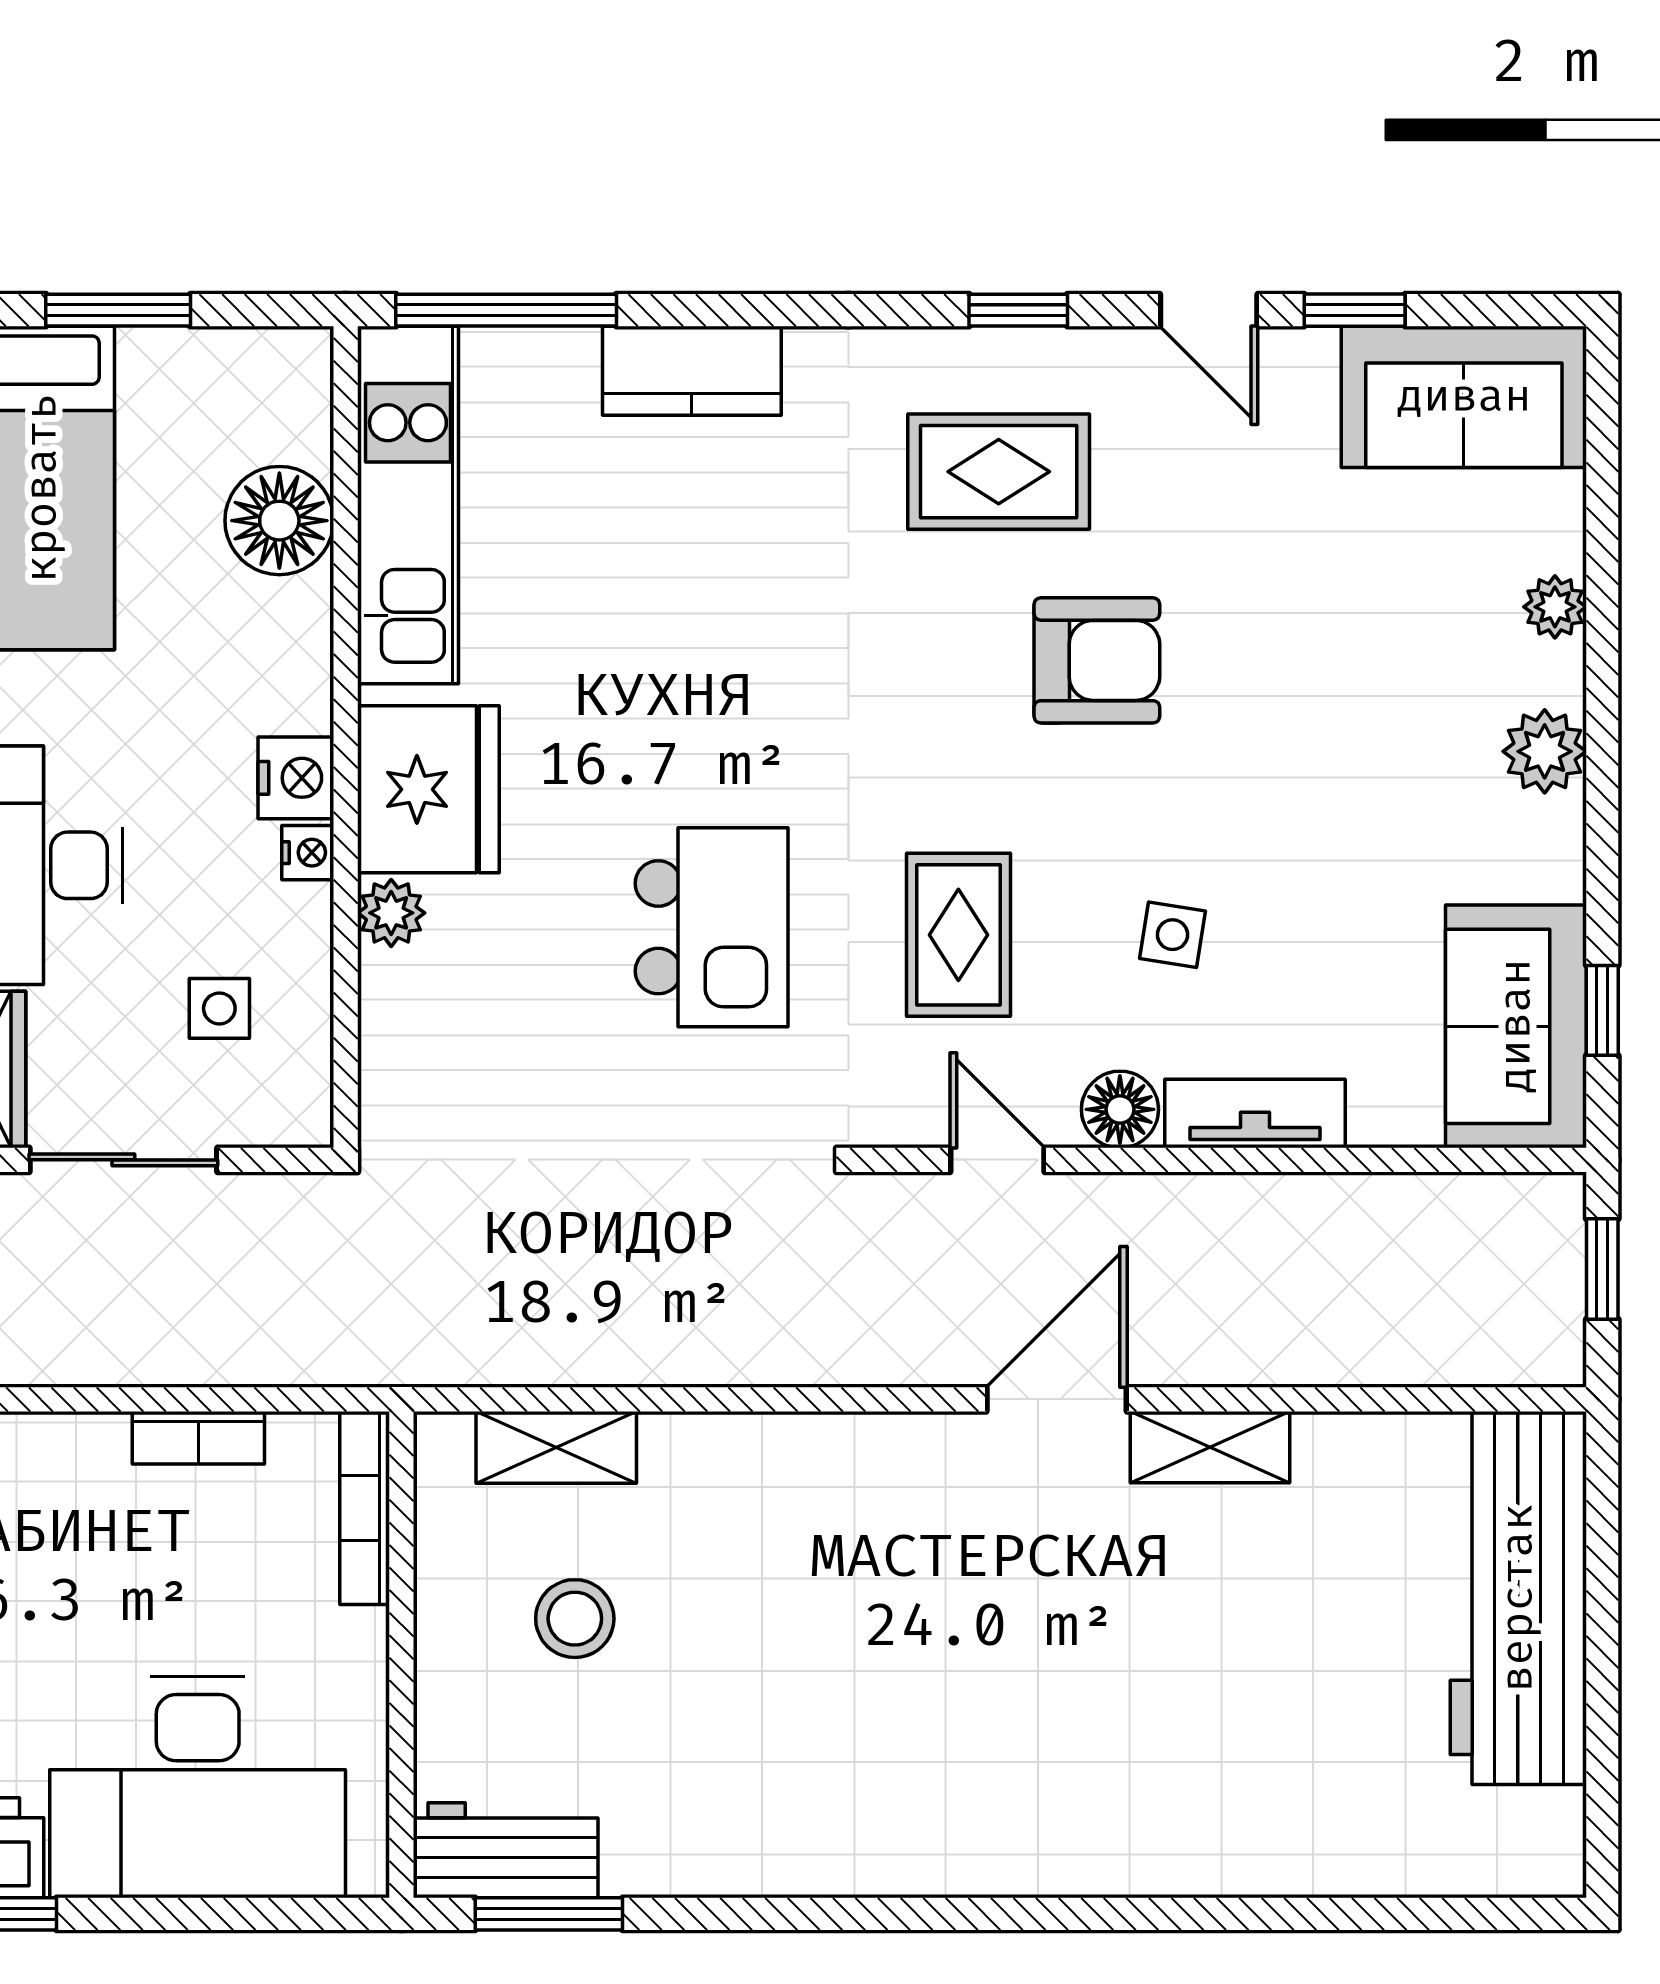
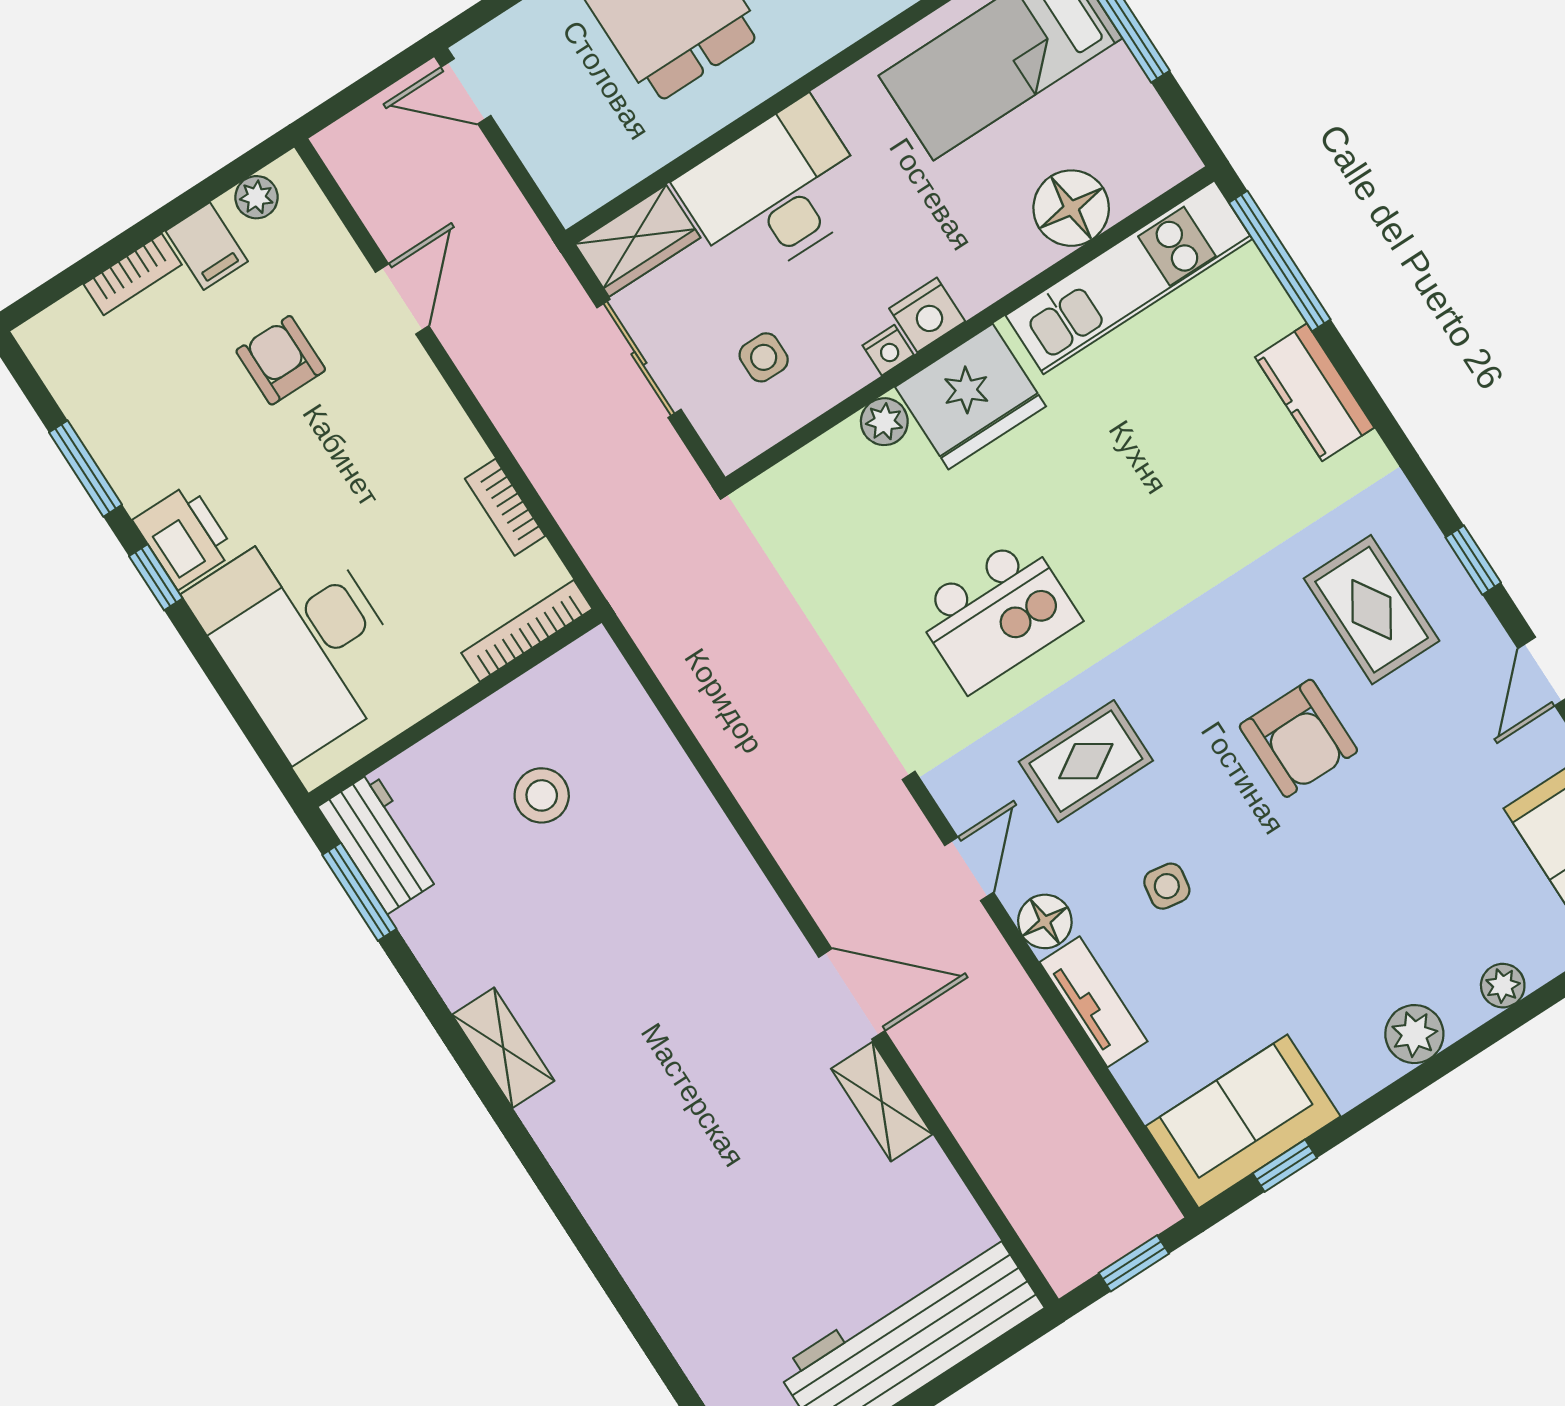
shelving: (556, 1447) -> (503, 1048), moved

